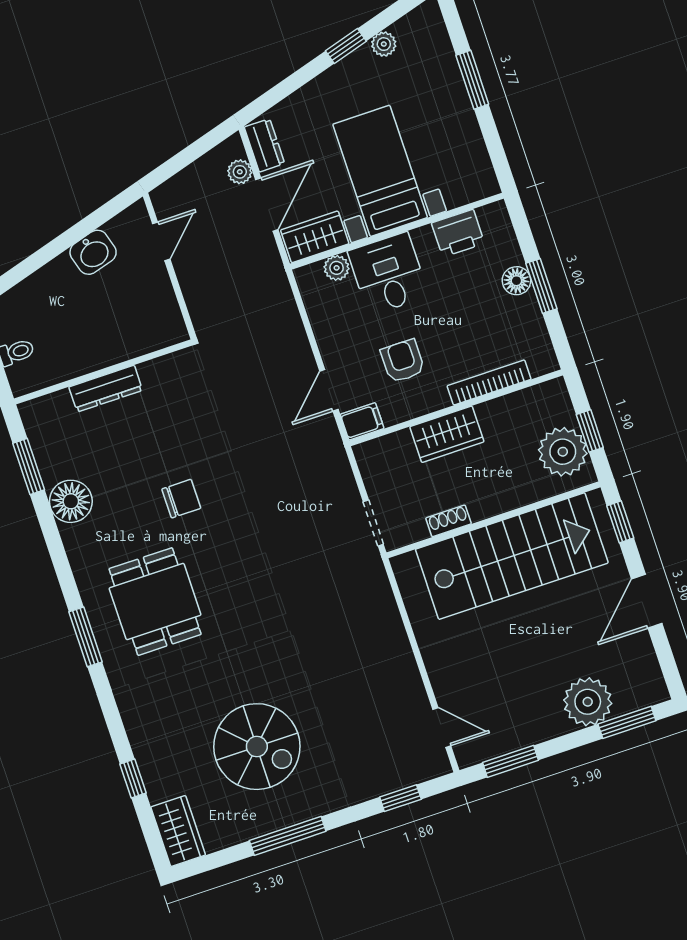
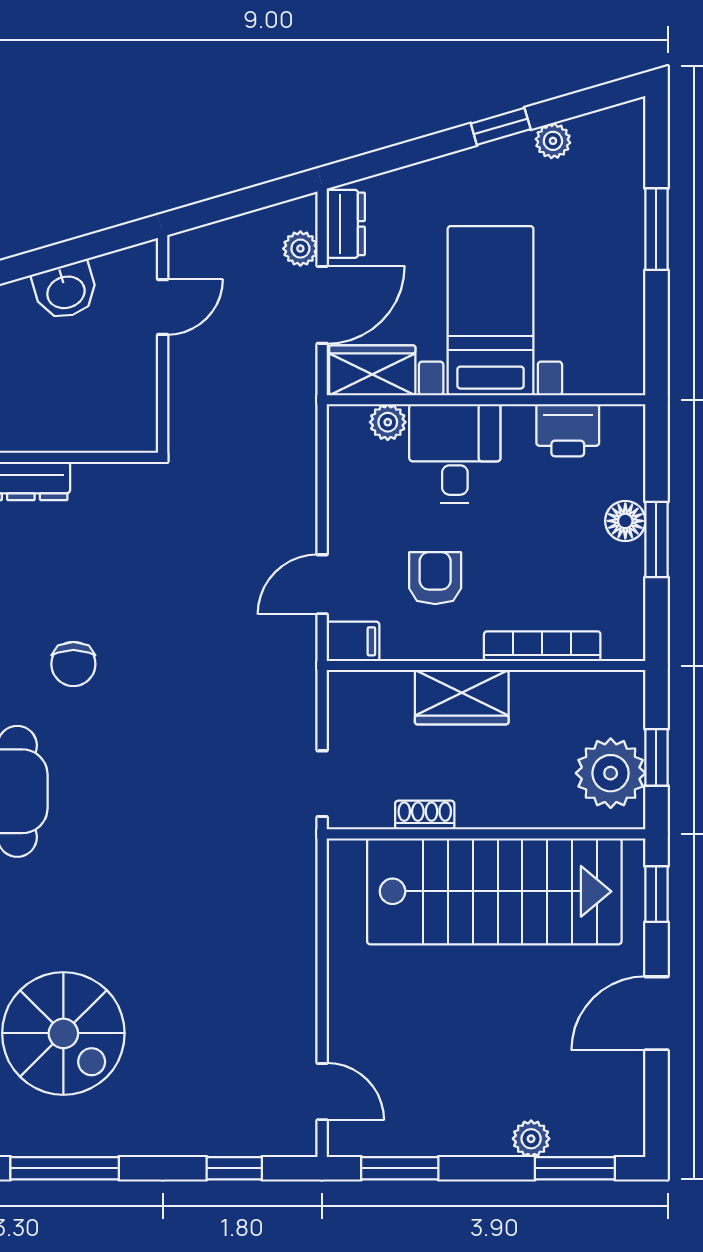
chair: (181, 499) -> (73, 664), turned 90
plant: (588, 702) -> (531, 1139), width x0.53, depth x0.53

